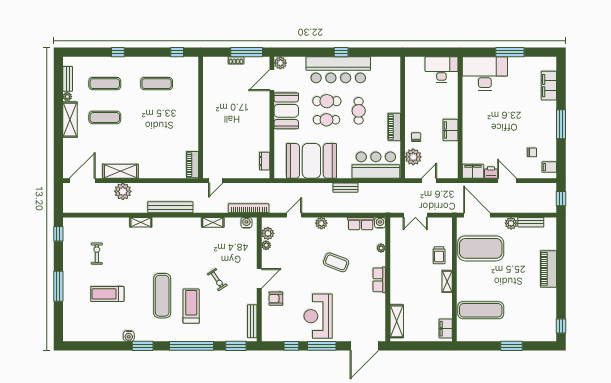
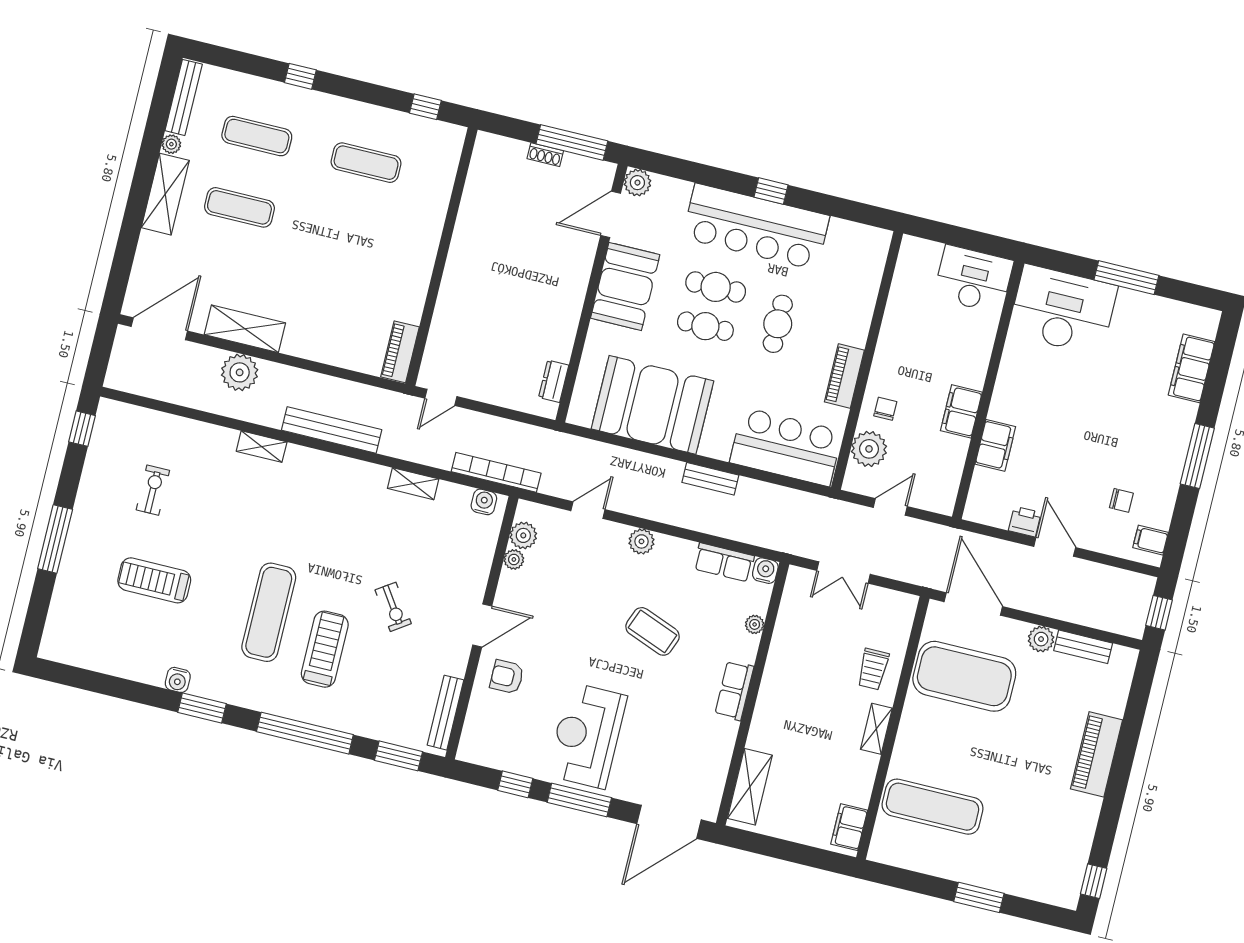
bench: (68, 79) -> (184, 97), width x1.36
filing cabinet: (473, 171) -> (995, 445), moved, turned 90

